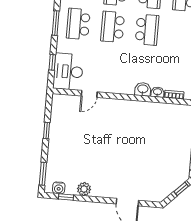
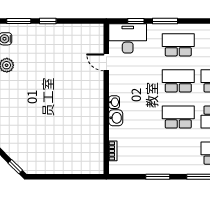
window: (56, 23) -> (165, 21), moved
school desk: (147, 30) -> (178, 117), turned 180
washbasin: (158, 92) -> (114, 102), moved
window: (47, 131) -> (48, 21), moved

